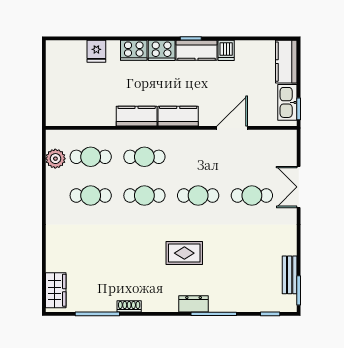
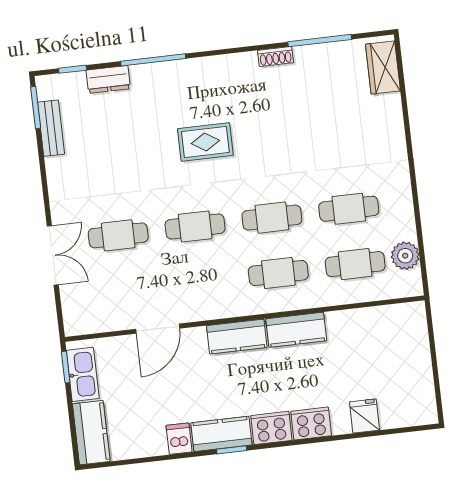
dresser: (194, 304) -> (108, 79), moved

